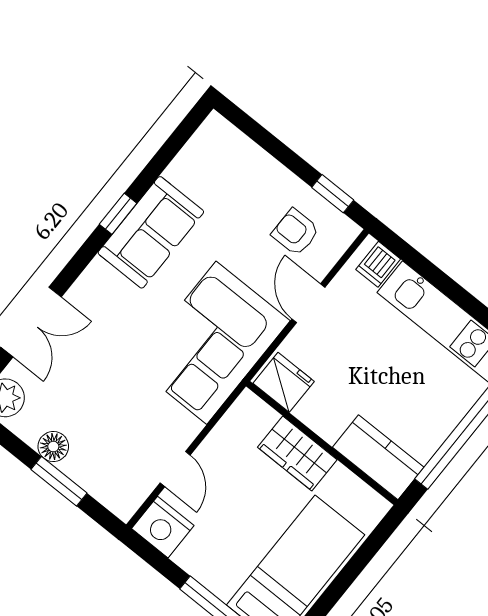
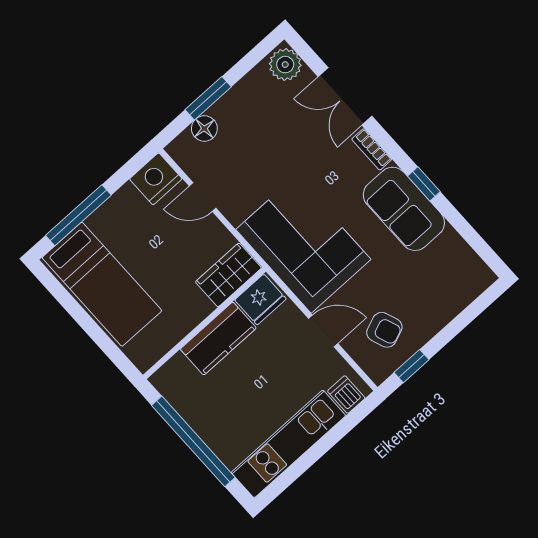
armchair: (295, 232) -> (384, 330), turned 69
bookcase: (88, 281) -> (372, 149), added
floor lamp: (53, 447) -> (204, 128), moved
wardrobe: (297, 453) -> (228, 275), moved
kitchen counter: (378, 457) -> (218, 339), moved

